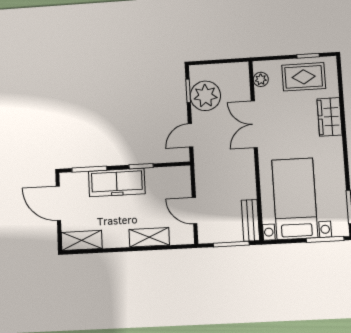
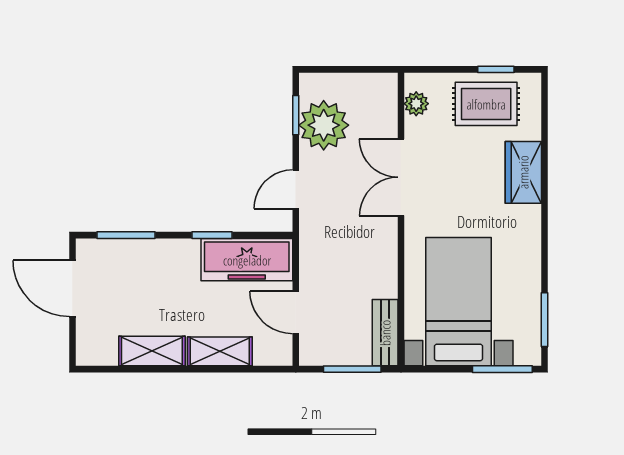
freezer: (117, 182) -> (247, 260), moved
shelving: (82, 240) -> (152, 351), moved

